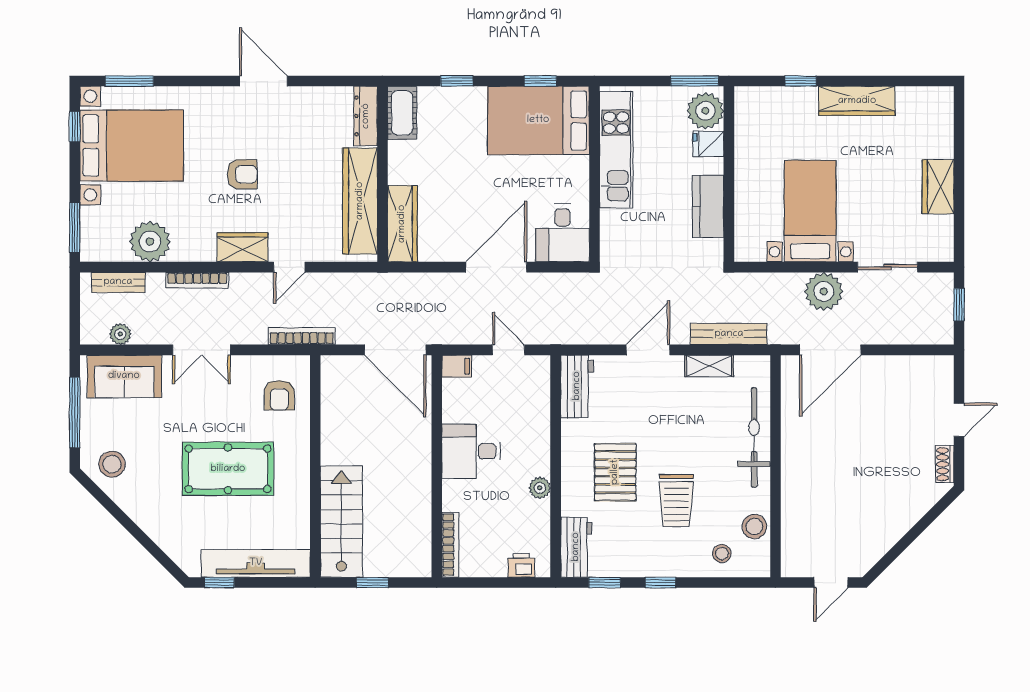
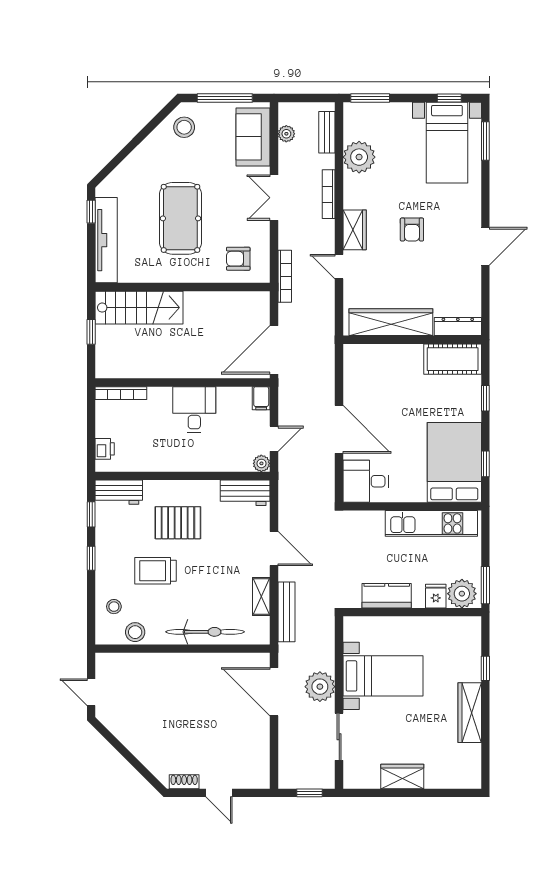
cot: (402, 113) -> (453, 359), width x1.37, depth x1.34
bed with nightstands: (132, 146) -> (447, 143), width x0.73
wardrobe: (402, 224) -> (373, 355), removed
plant: (540, 488) -> (261, 463), moved

